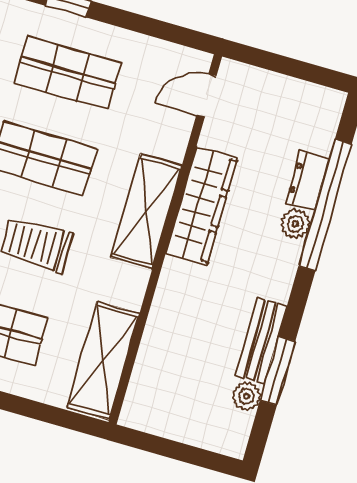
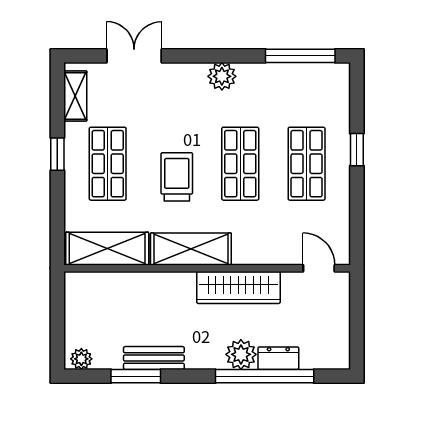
shelving: (146, 211) -> (191, 249), moved
plant: (295, 224) -> (241, 354), width x1.38, depth x1.38
plant: (246, 396) -> (81, 359), moved

